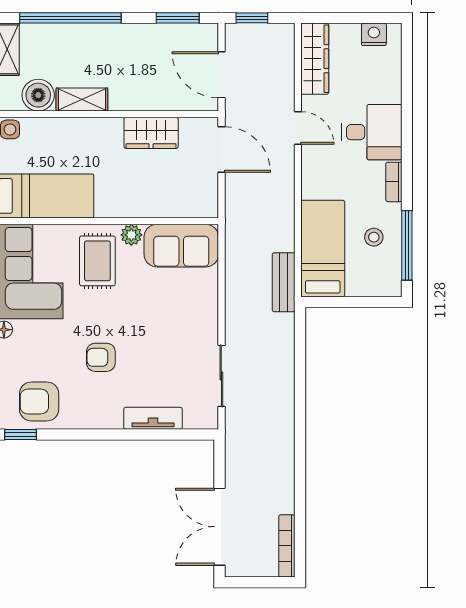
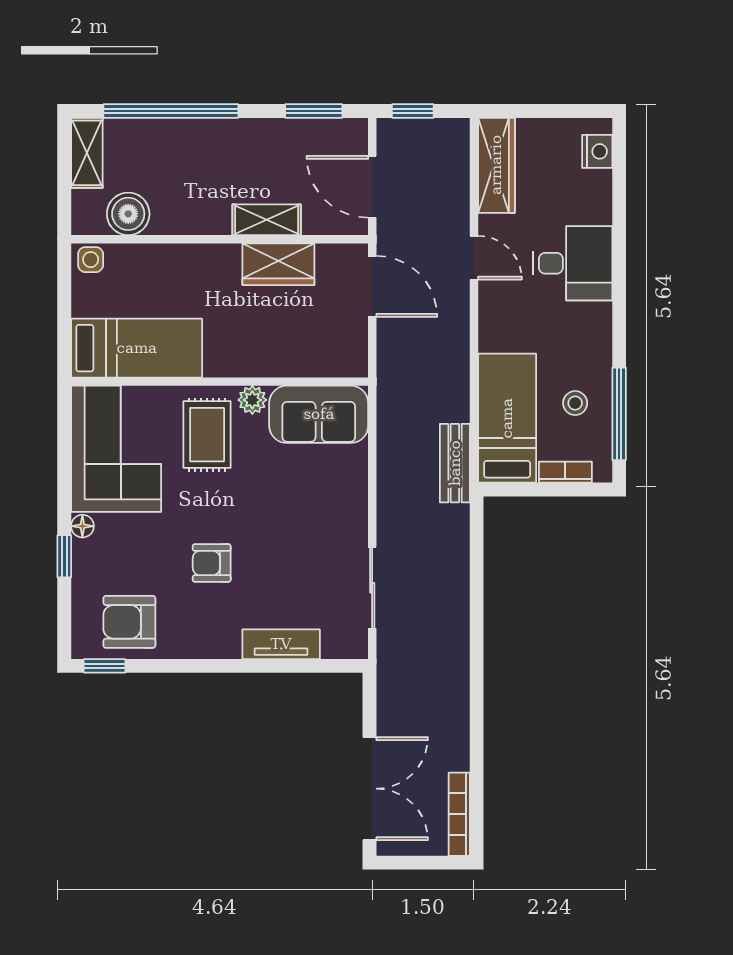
nightstand: (374, 34) -> (597, 151), moved, turned 90
shelving: (82, 100) -> (267, 220), moved
bookcase: (394, 182) -> (565, 472), moved, turned 90
double door: (219, 527) -> (370, 789), swing flipped

